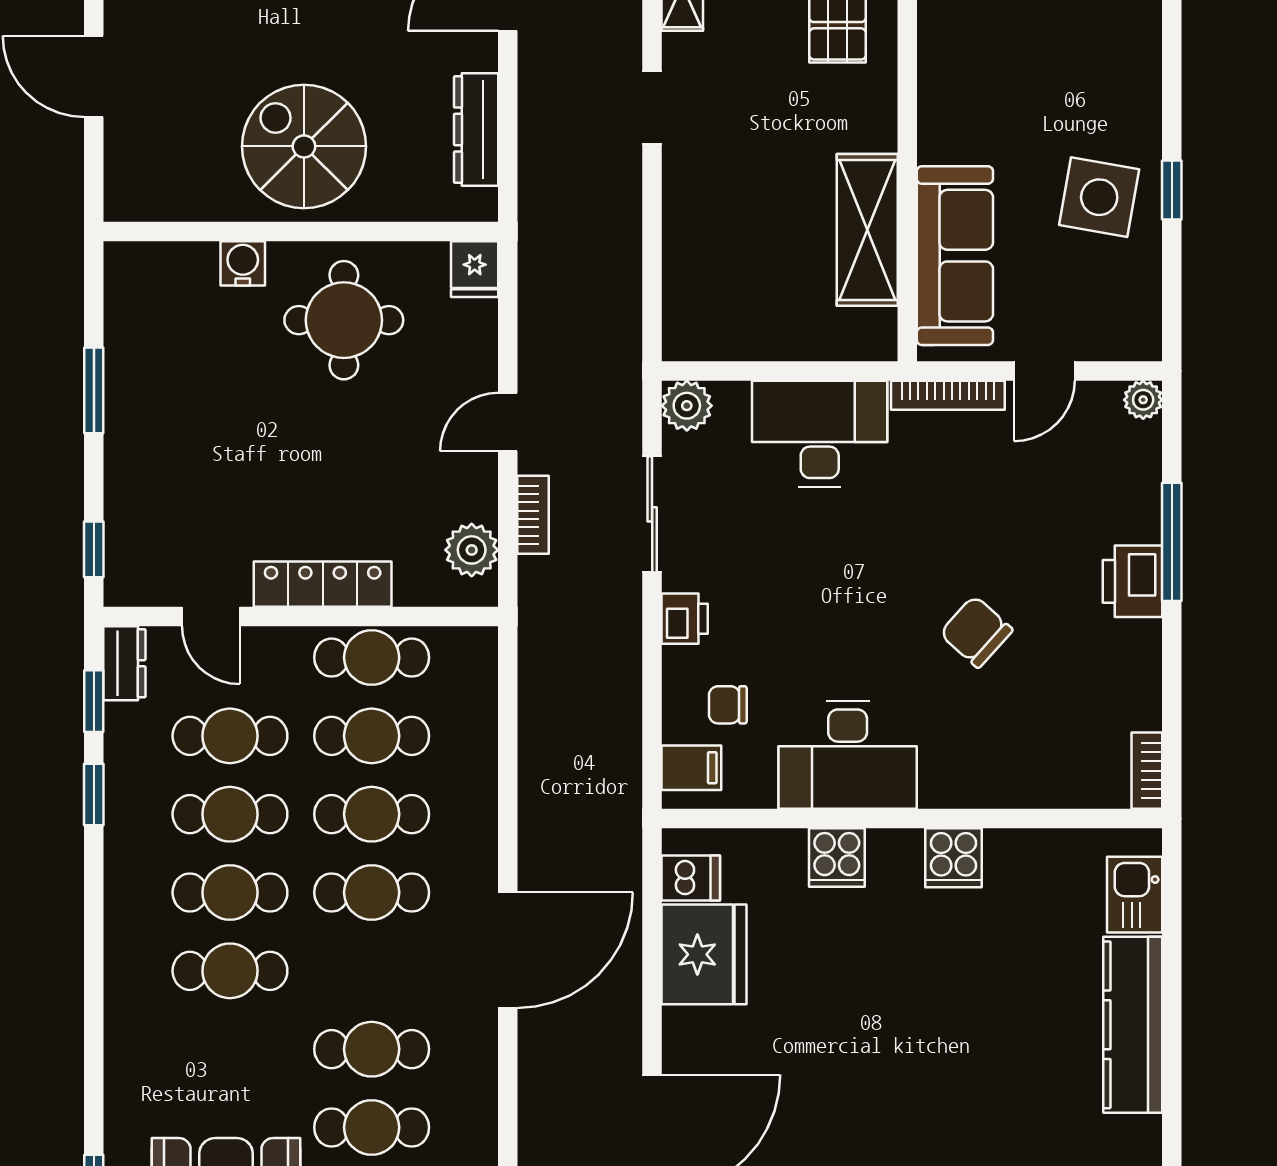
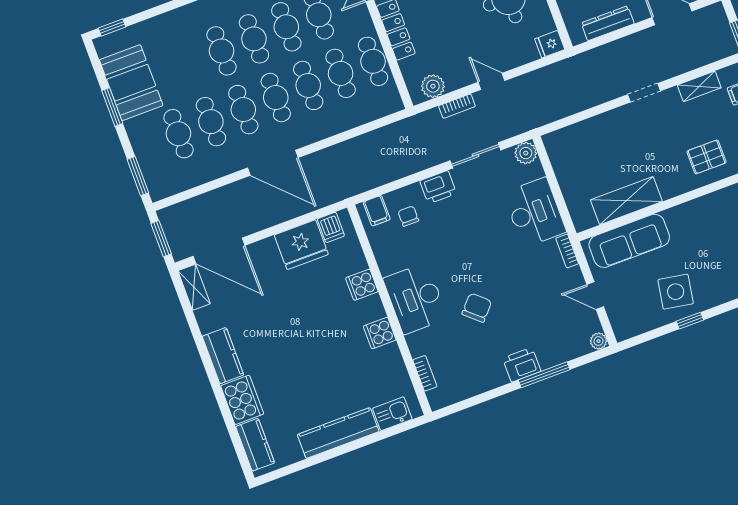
bookcase: (948, 395) -> (567, 251), width x0.64
printer: (685, 619) -> (438, 187), width x1.36, depth x1.24
desk: (848, 755) -> (415, 298), moved
bookcase: (1147, 771) -> (425, 373), moved, turned 90
cafe table: (372, 971) -> (243, 110), added

